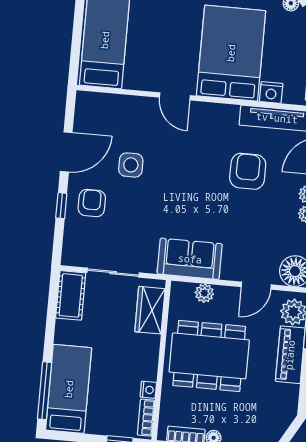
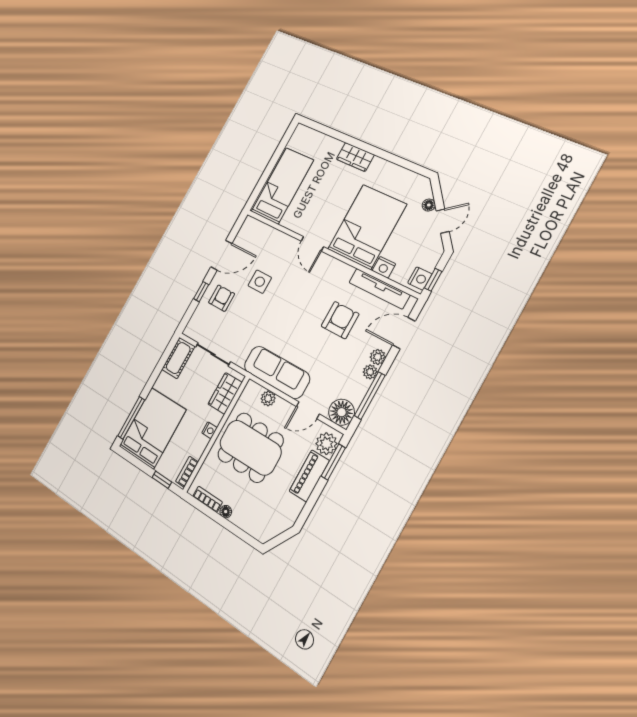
sofa: (190, 259) -> (277, 372), width x1.36
bed: (69, 389) -> (152, 428), width x1.50
nightstand: (148, 390) -> (209, 430), moved

